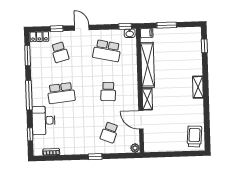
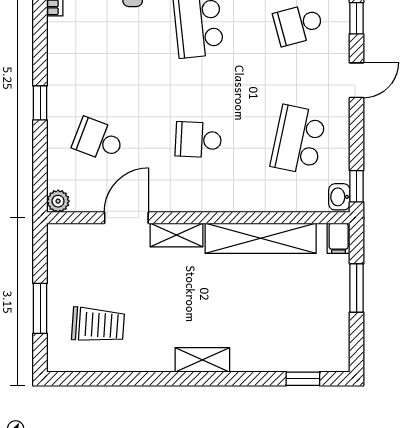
trolley: (194, 136) -> (98, 325), moved
window: (179, 154) -> (40, 308), added

